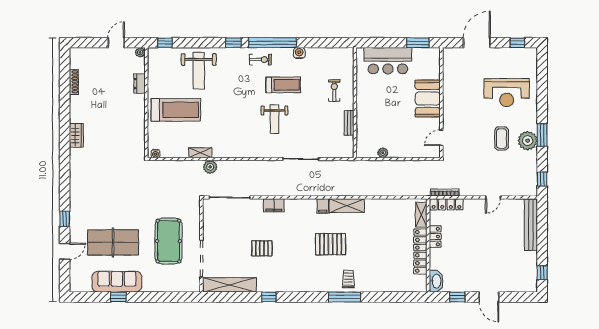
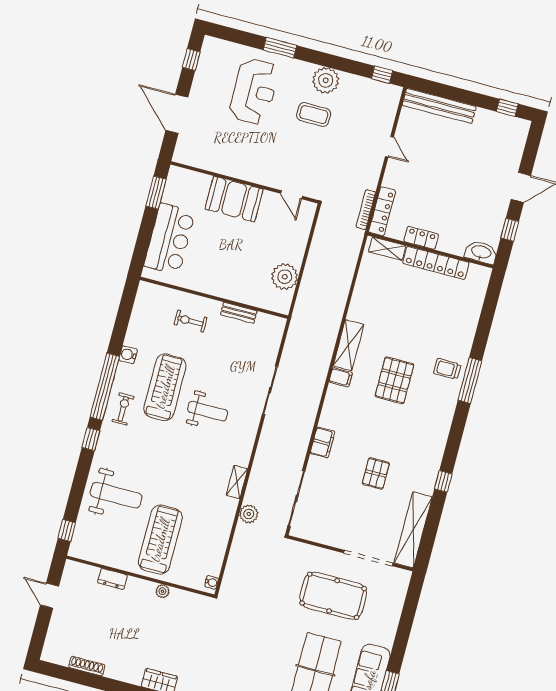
plant: (140, 52) -> (162, 591), moved
treadmill: (283, 85) -> (165, 387), width x1.37, depth x1.38
window: (542, 135) -> (280, 48), moved
shelving: (200, 153) -> (237, 482), moved
plant: (383, 153) -> (285, 277), width x1.87, depth x1.87

